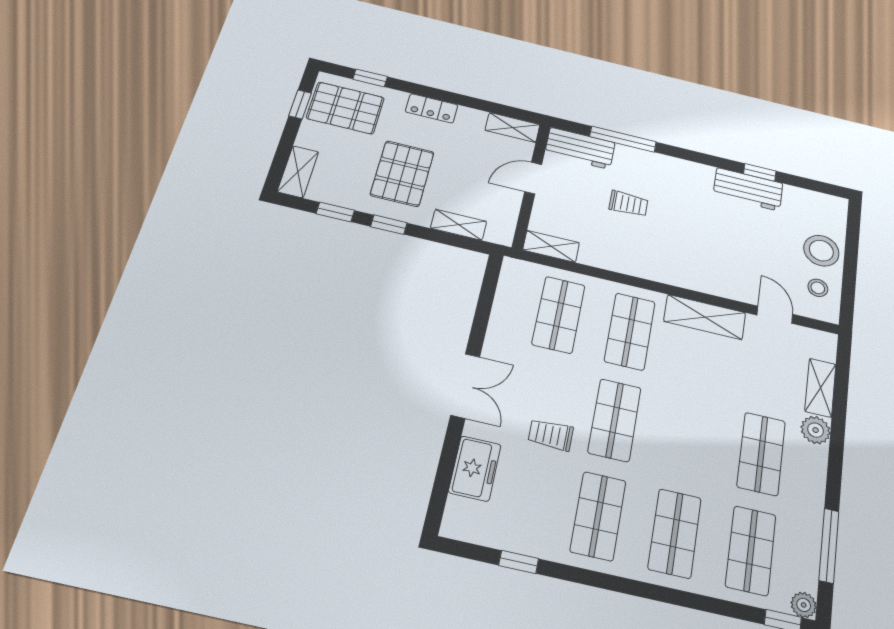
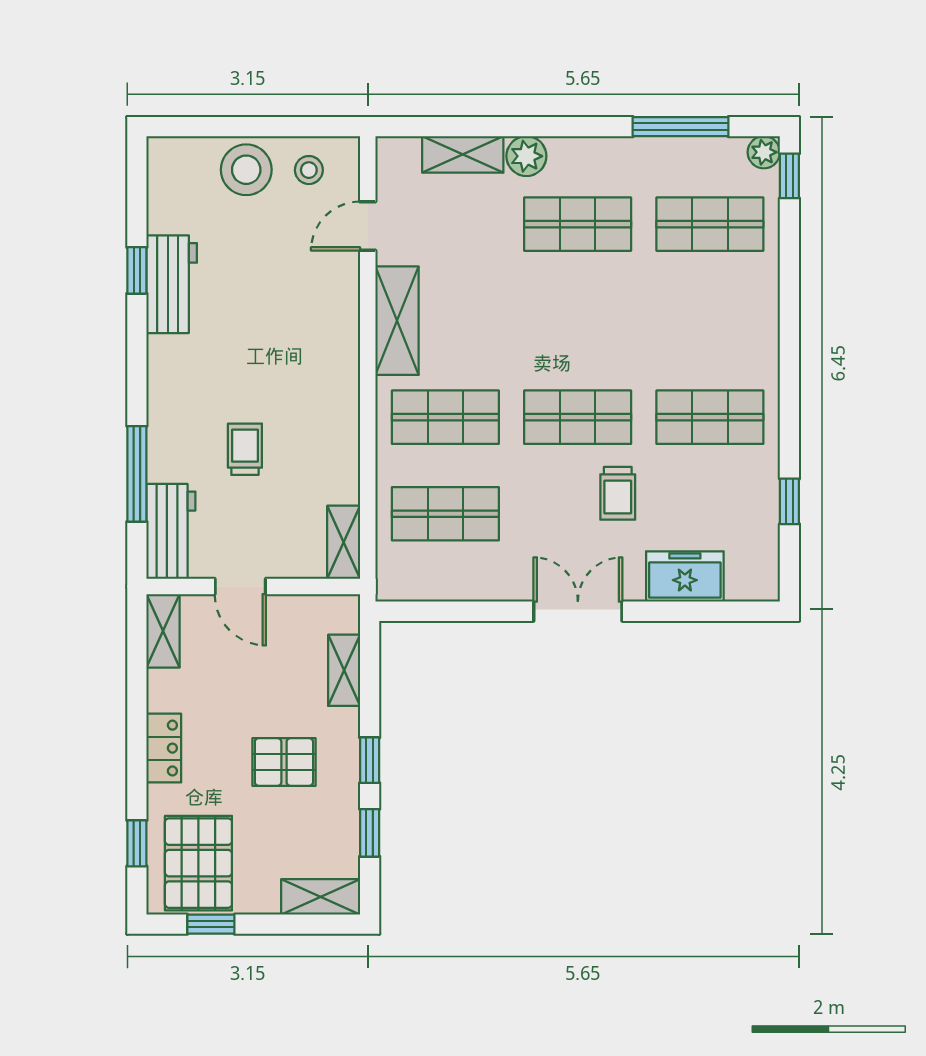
pallet: (402, 173) -> (284, 762), width x0.67, depth x0.71
shop shelf: (675, 533) -> (710, 321), removed

